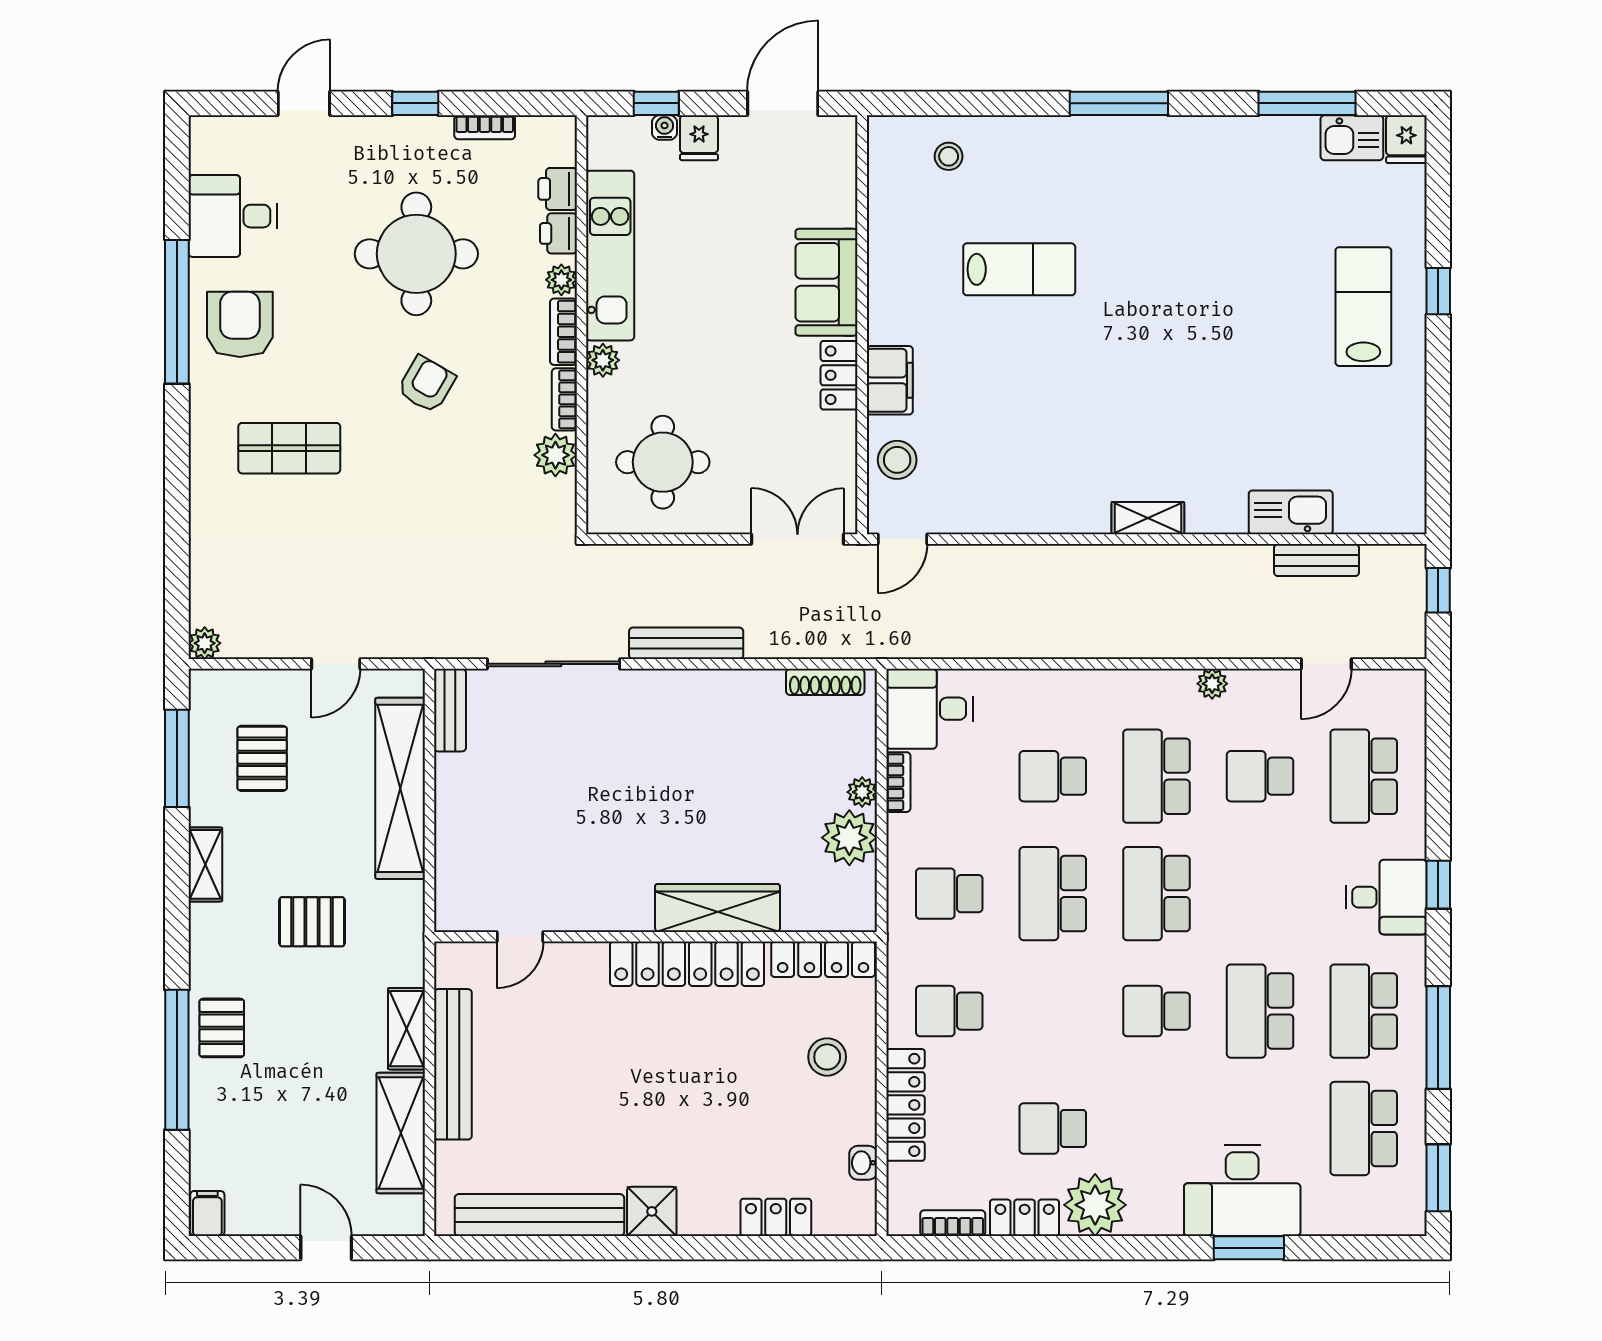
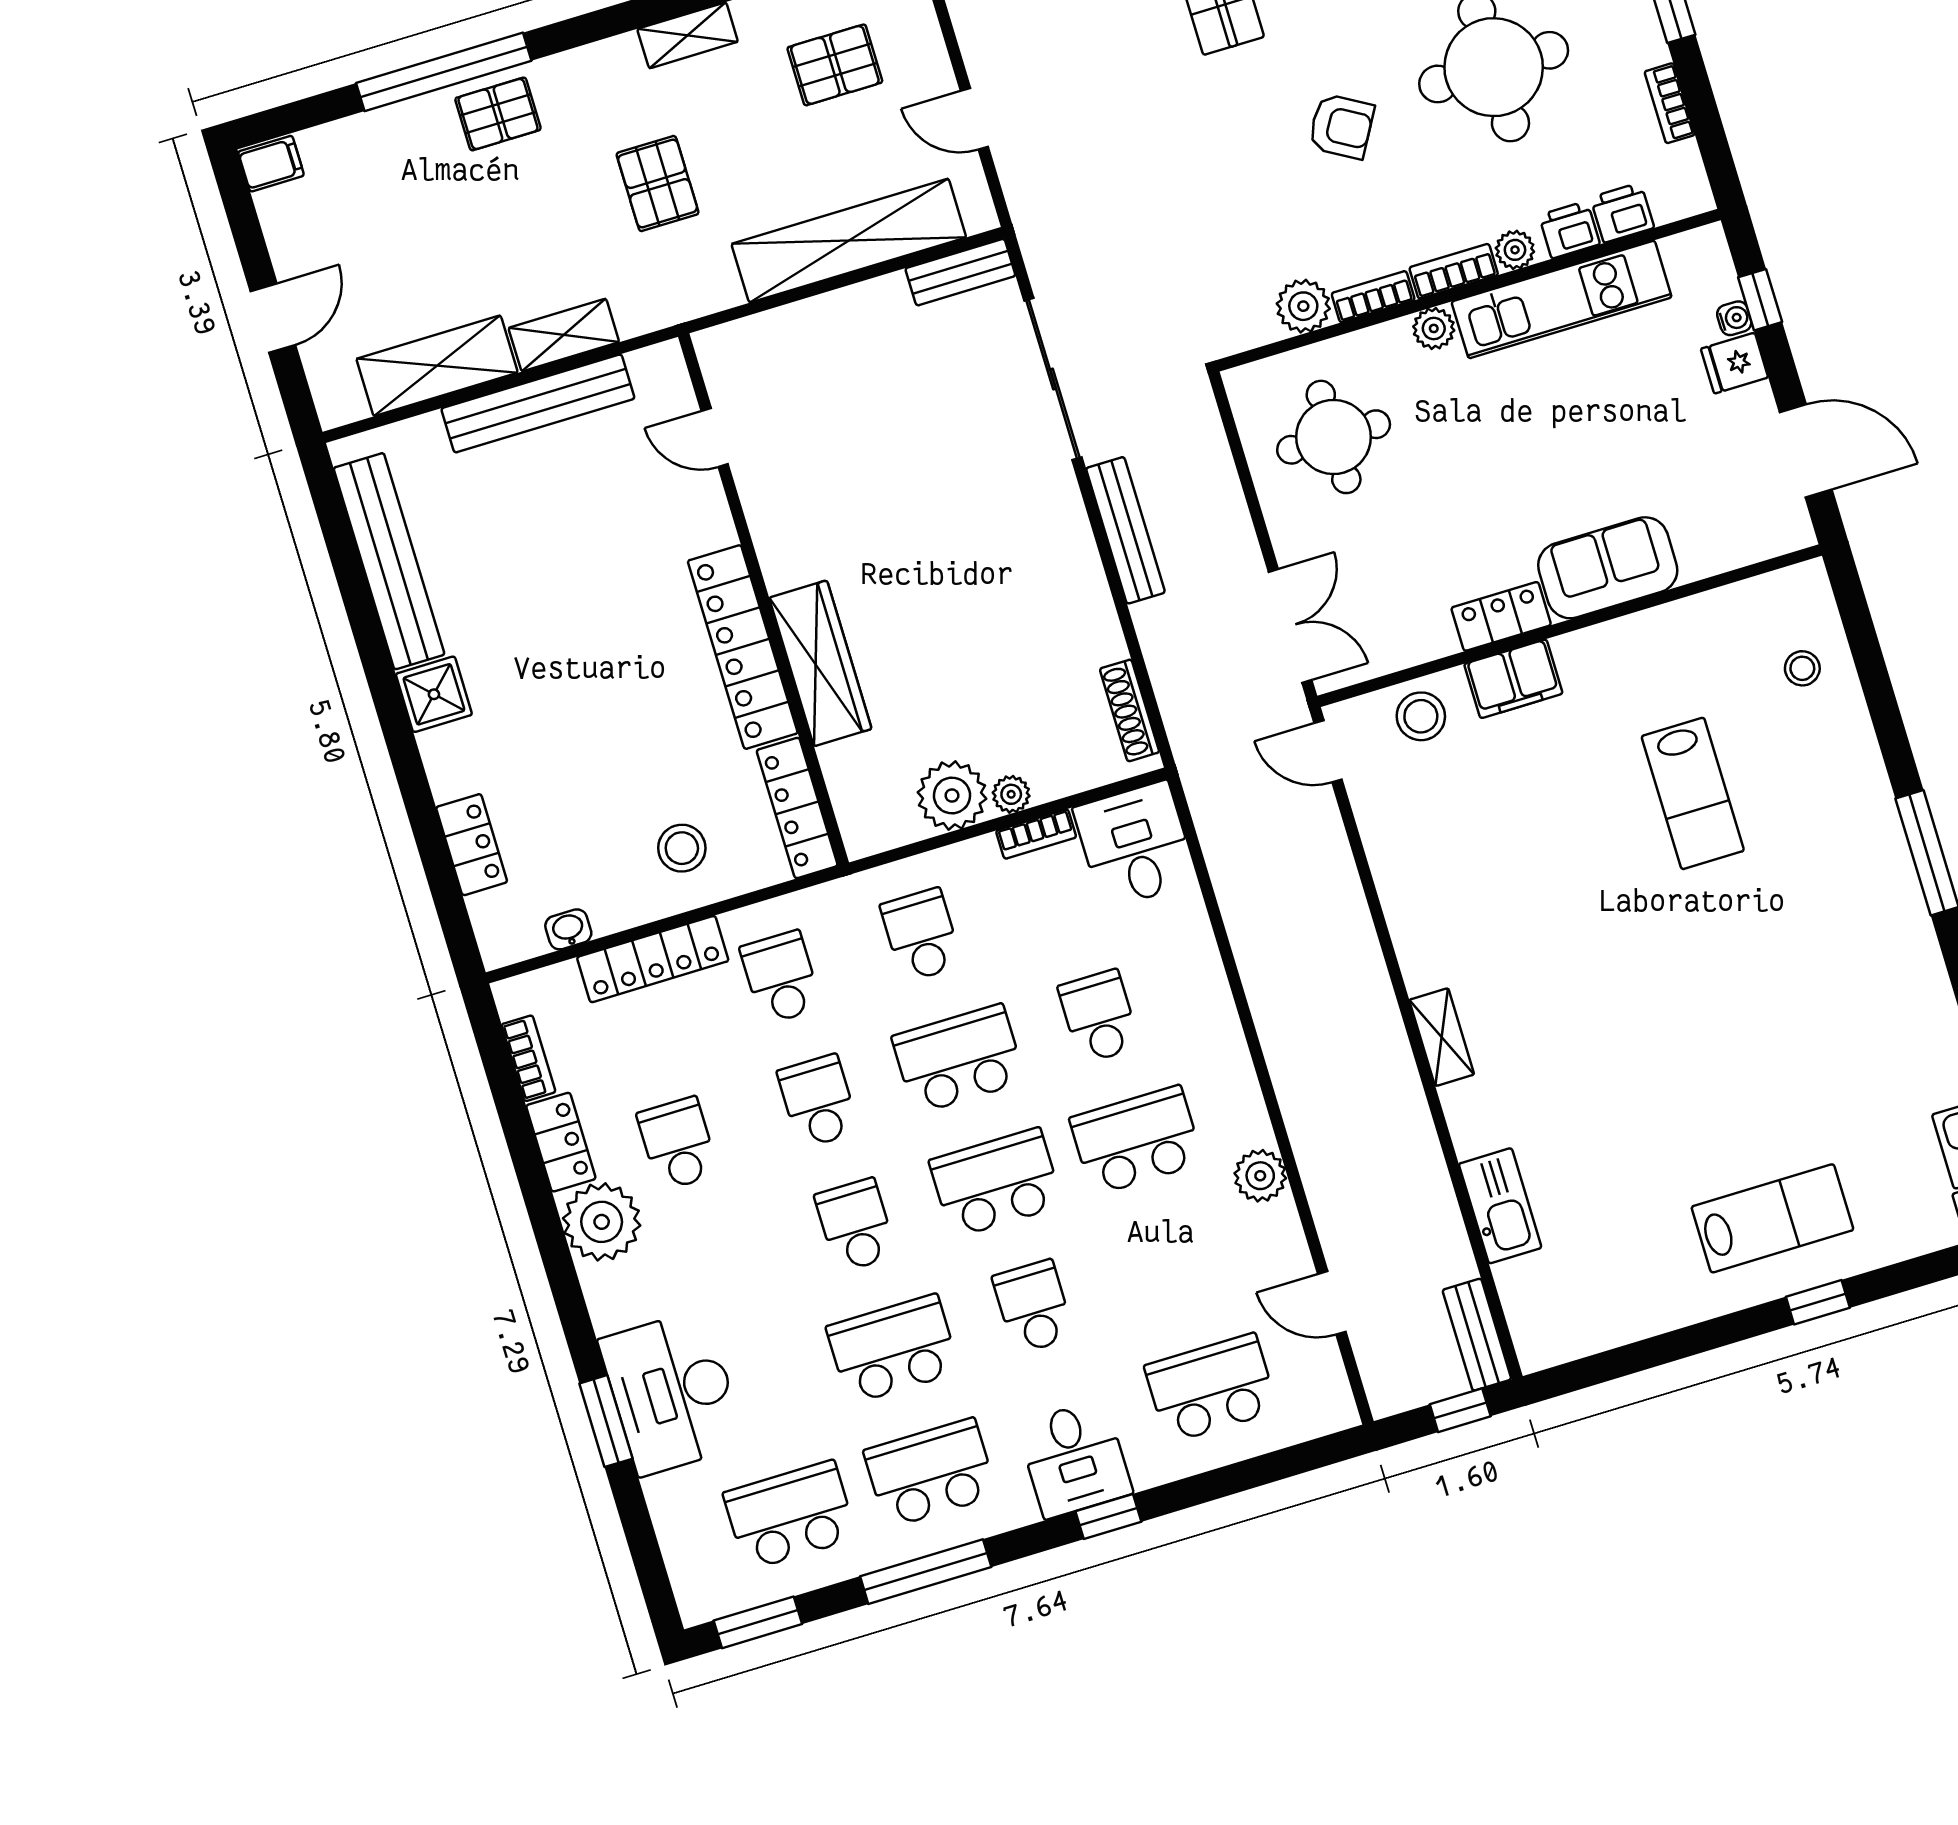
bench: (1316, 560) -> (1477, 1335), moved
plant: (1212, 684) -> (1260, 1176), width x1.38, depth x1.38
school desk: (1260, 776) -> (1033, 1307), moved
school desk: (1053, 1011) -> (818, 1101), added

